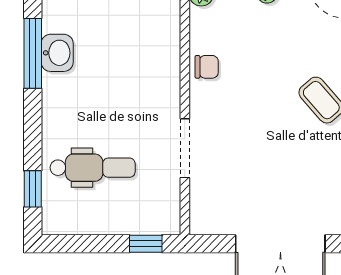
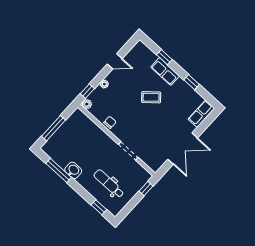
washbasin: (57, 53) -> (73, 170), moved
dental chair: (93, 168) -> (109, 184), turned -90

